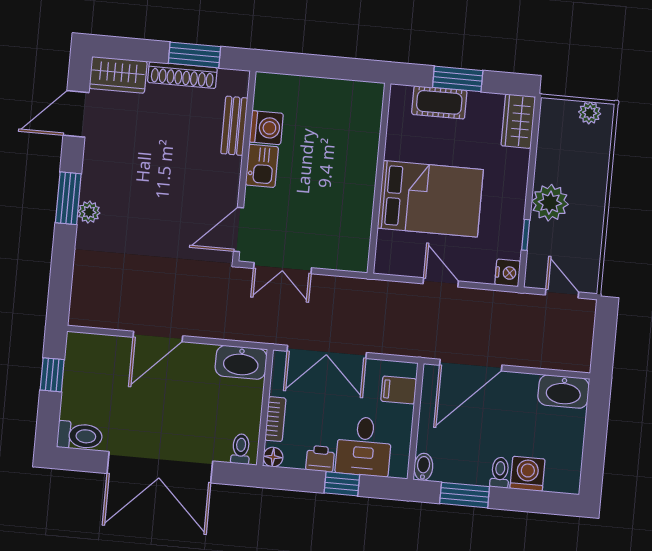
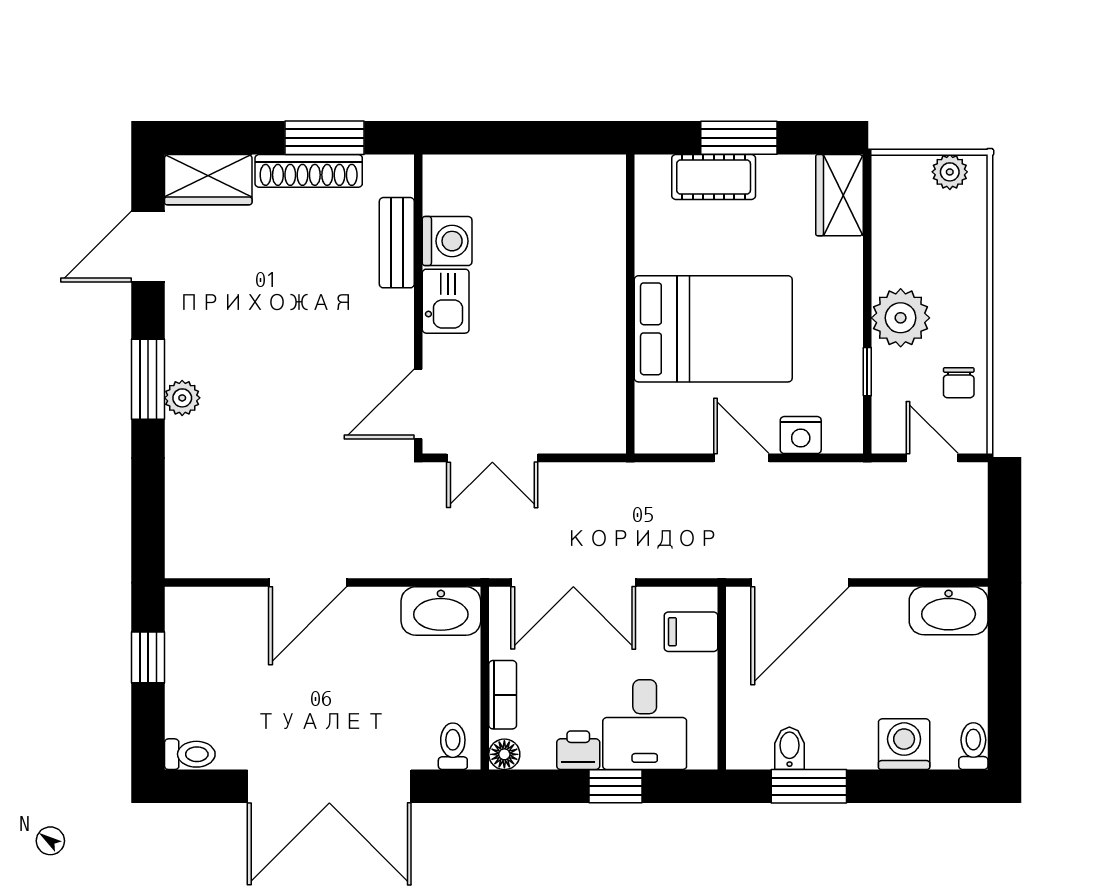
chair: (583, 247) -> (959, 383), added
nightstand: (508, 273) -> (801, 435), moved, turned 90
toilet: (80, 436) -> (190, 754), width x0.73, depth x0.72
bidet: (423, 467) -> (789, 748), moved
toilet: (500, 472) -> (973, 746), moved

